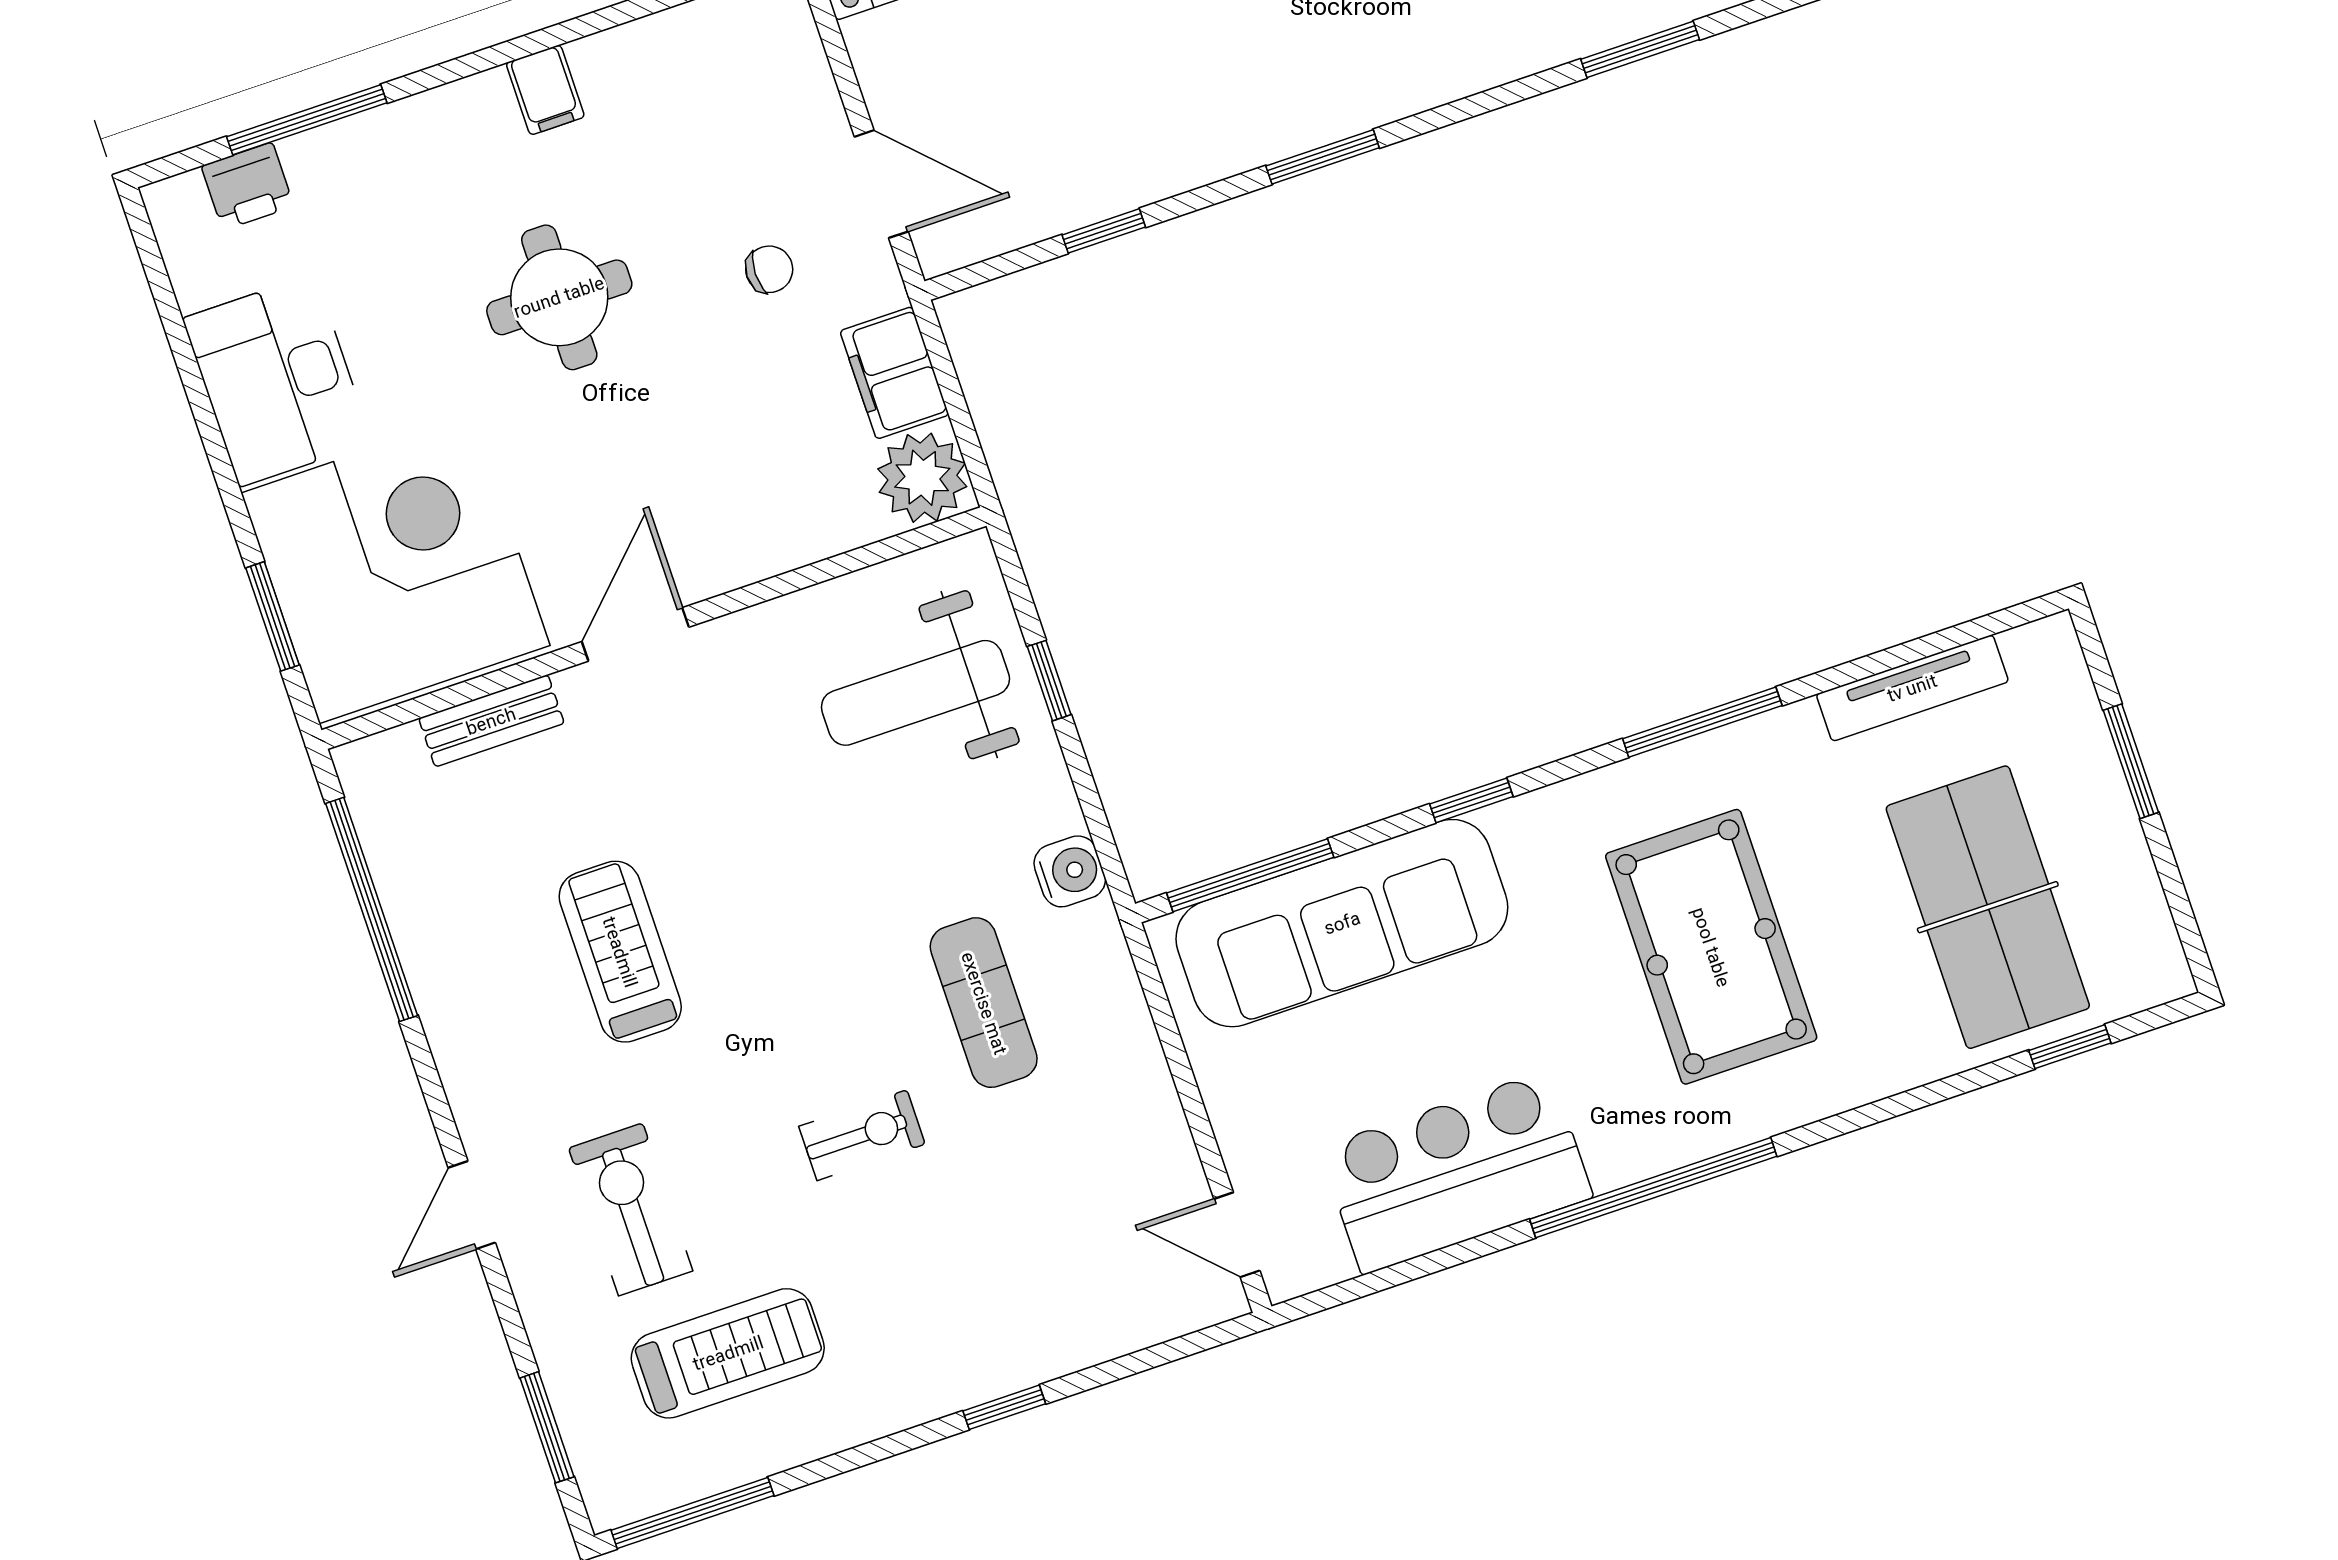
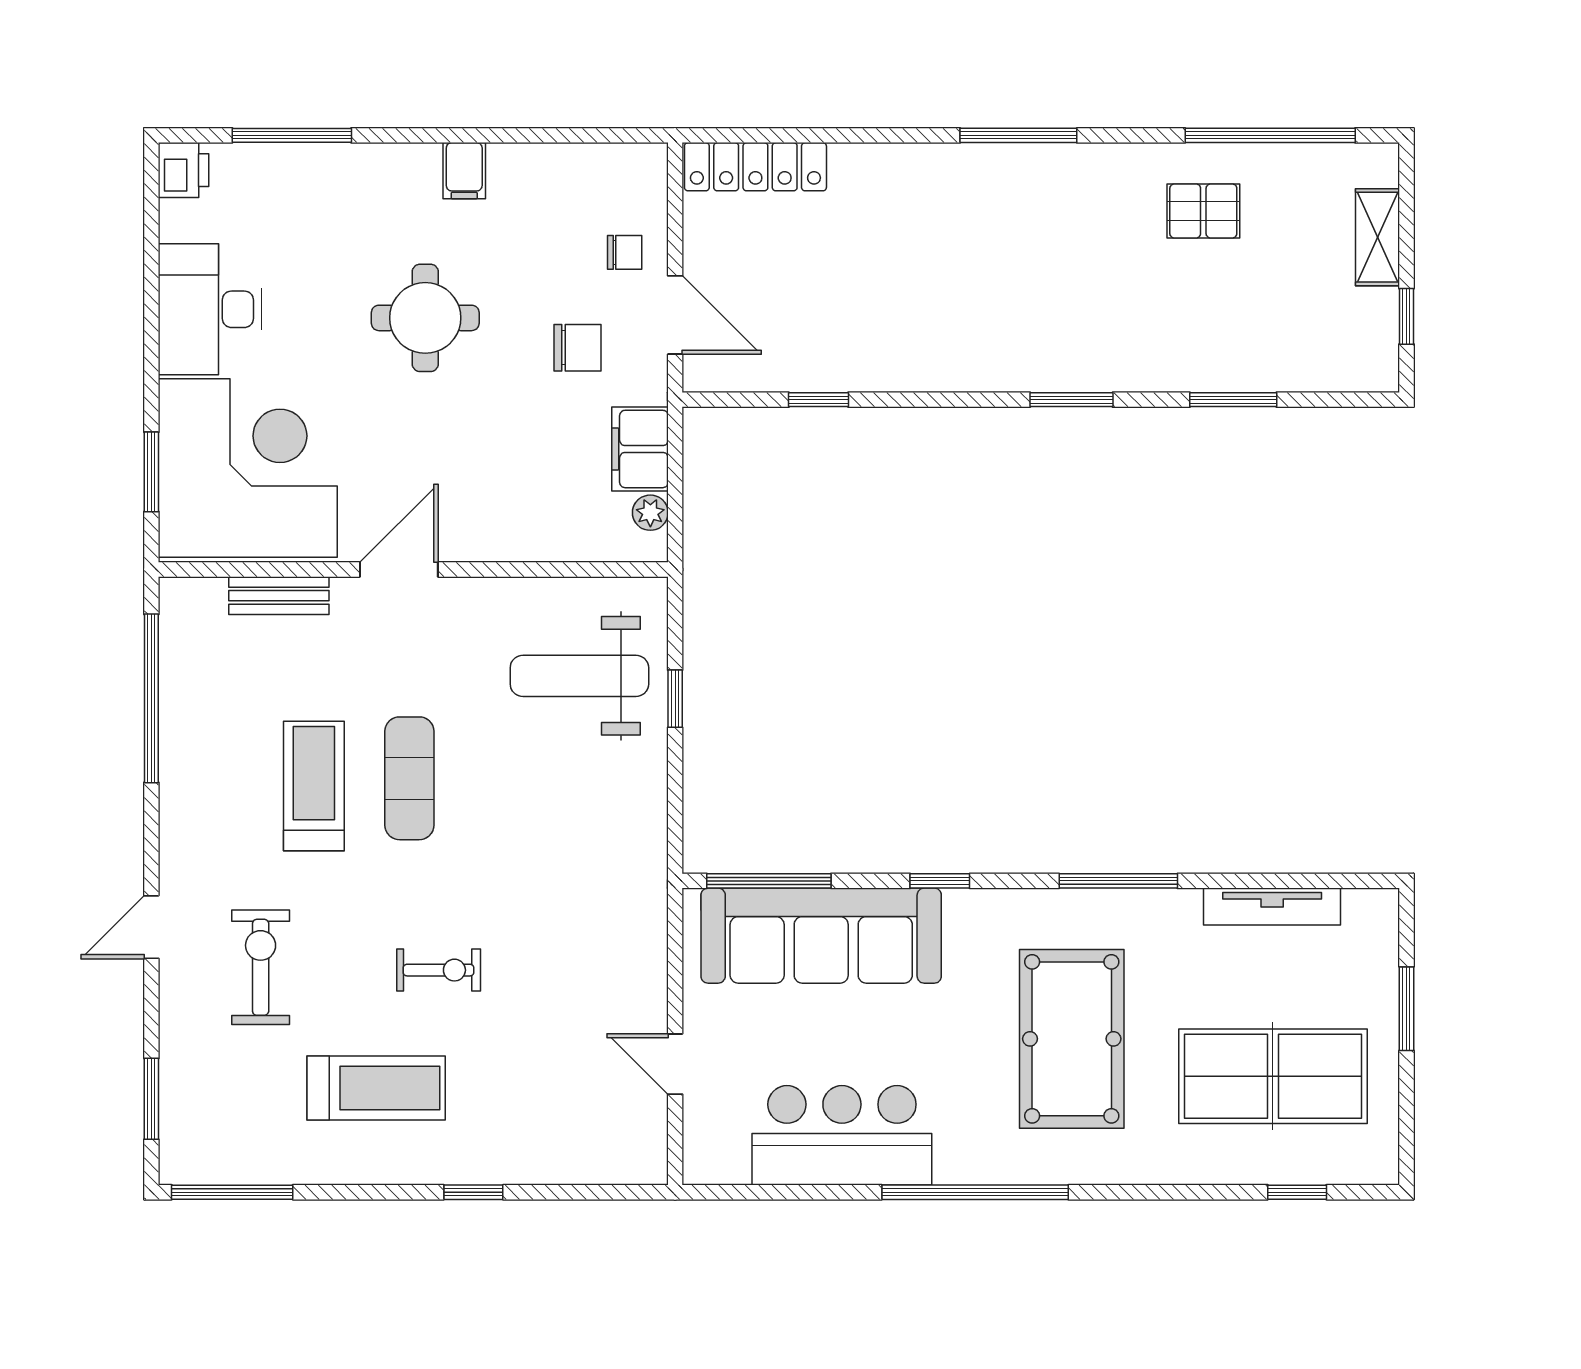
chair: (789, 125) -> (625, 252), added
window: (1323, 157) -> (1071, 400), moved
printer: (248, 186) -> (184, 170), moved, turned -90
chair: (769, 269) -> (577, 348), width x1.37, depth x1.37
plant: (922, 478) -> (650, 513), width x0.53, depth x0.53
water cooler: (1070, 871) -> (645, 836), removed
table tennis table: (1988, 907) -> (1273, 1076), turned 90
exercise mat: (984, 1003) -> (409, 778), moved
door: (1237, 1235) -> (675, 1064), moved
treadmill: (728, 1353) -> (376, 1088), moved

